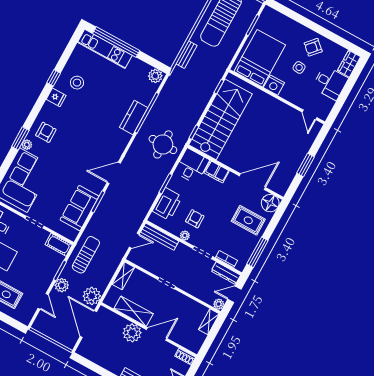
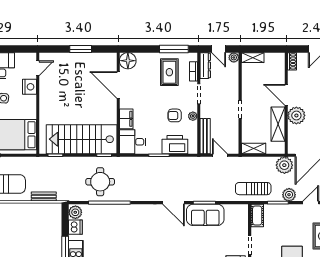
dishwasher: (141, 68) -> (75, 227), added
nightstand: (274, 85) -> (29, 87), moved
kitchen counter: (134, 117) -> (119, 211), removed
round table: (163, 144) -> (100, 182), moved
sofa: (80, 208) -> (205, 215), moved
rug: (248, 220) -> (169, 72), moved

